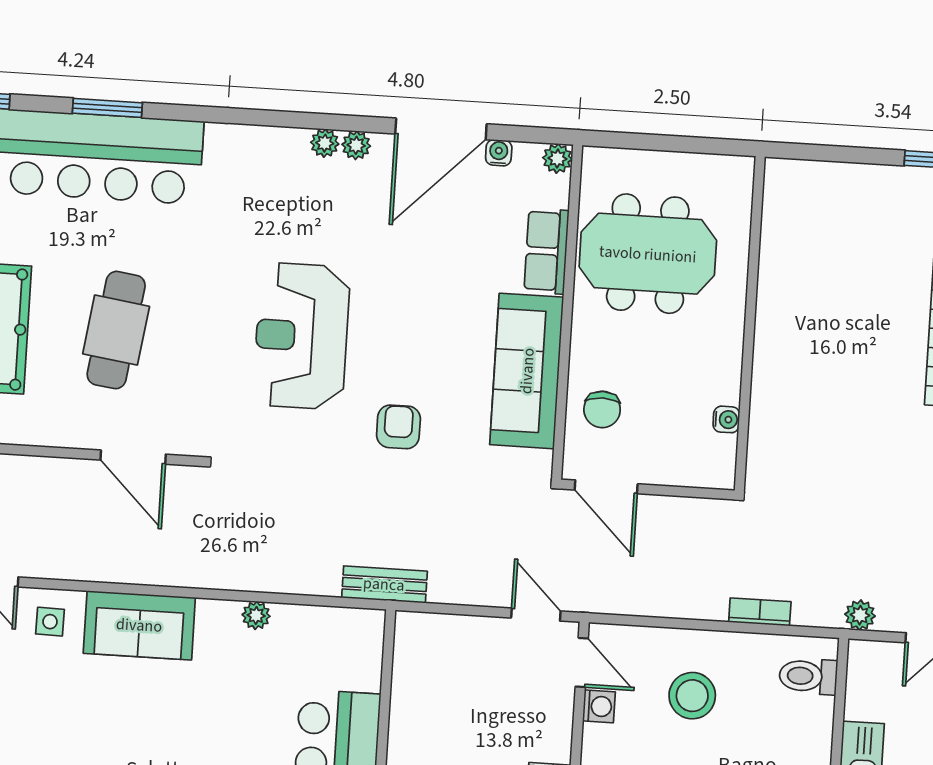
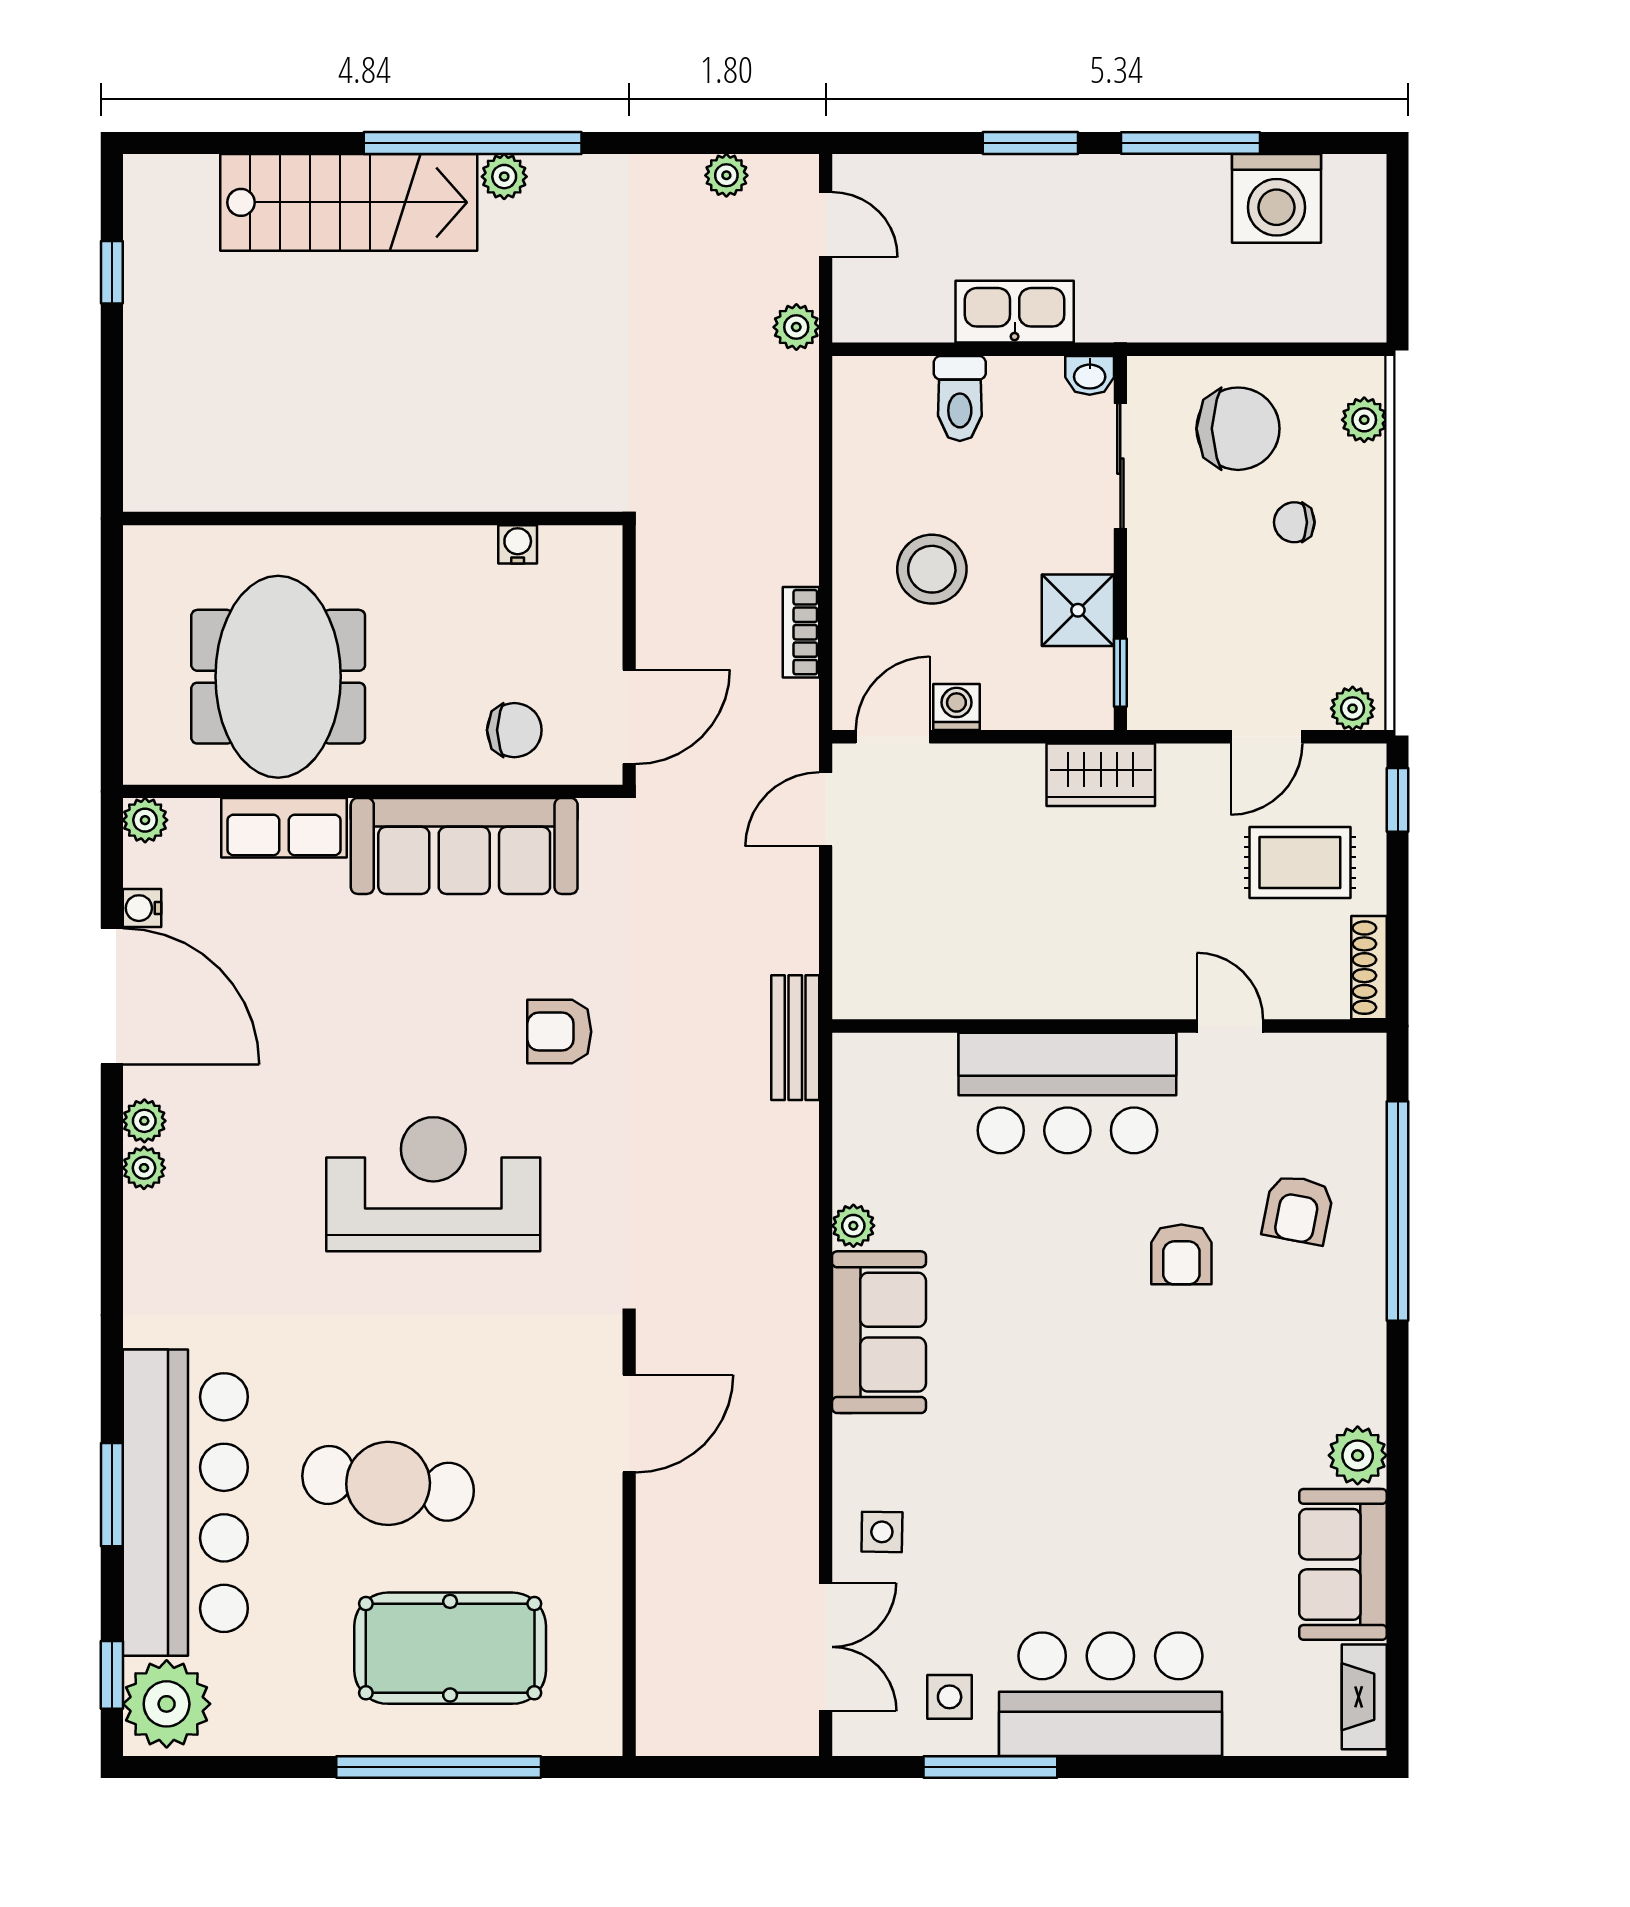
cafe table: (116, 330) -> (388, 1483), moved
reception desk: (302, 336) -> (433, 1184), turned 180
bookcase: (760, 612) -> (801, 632), moved
sofa: (139, 625) -> (879, 1332), moved
toilet: (808, 676) -> (960, 398), moved

